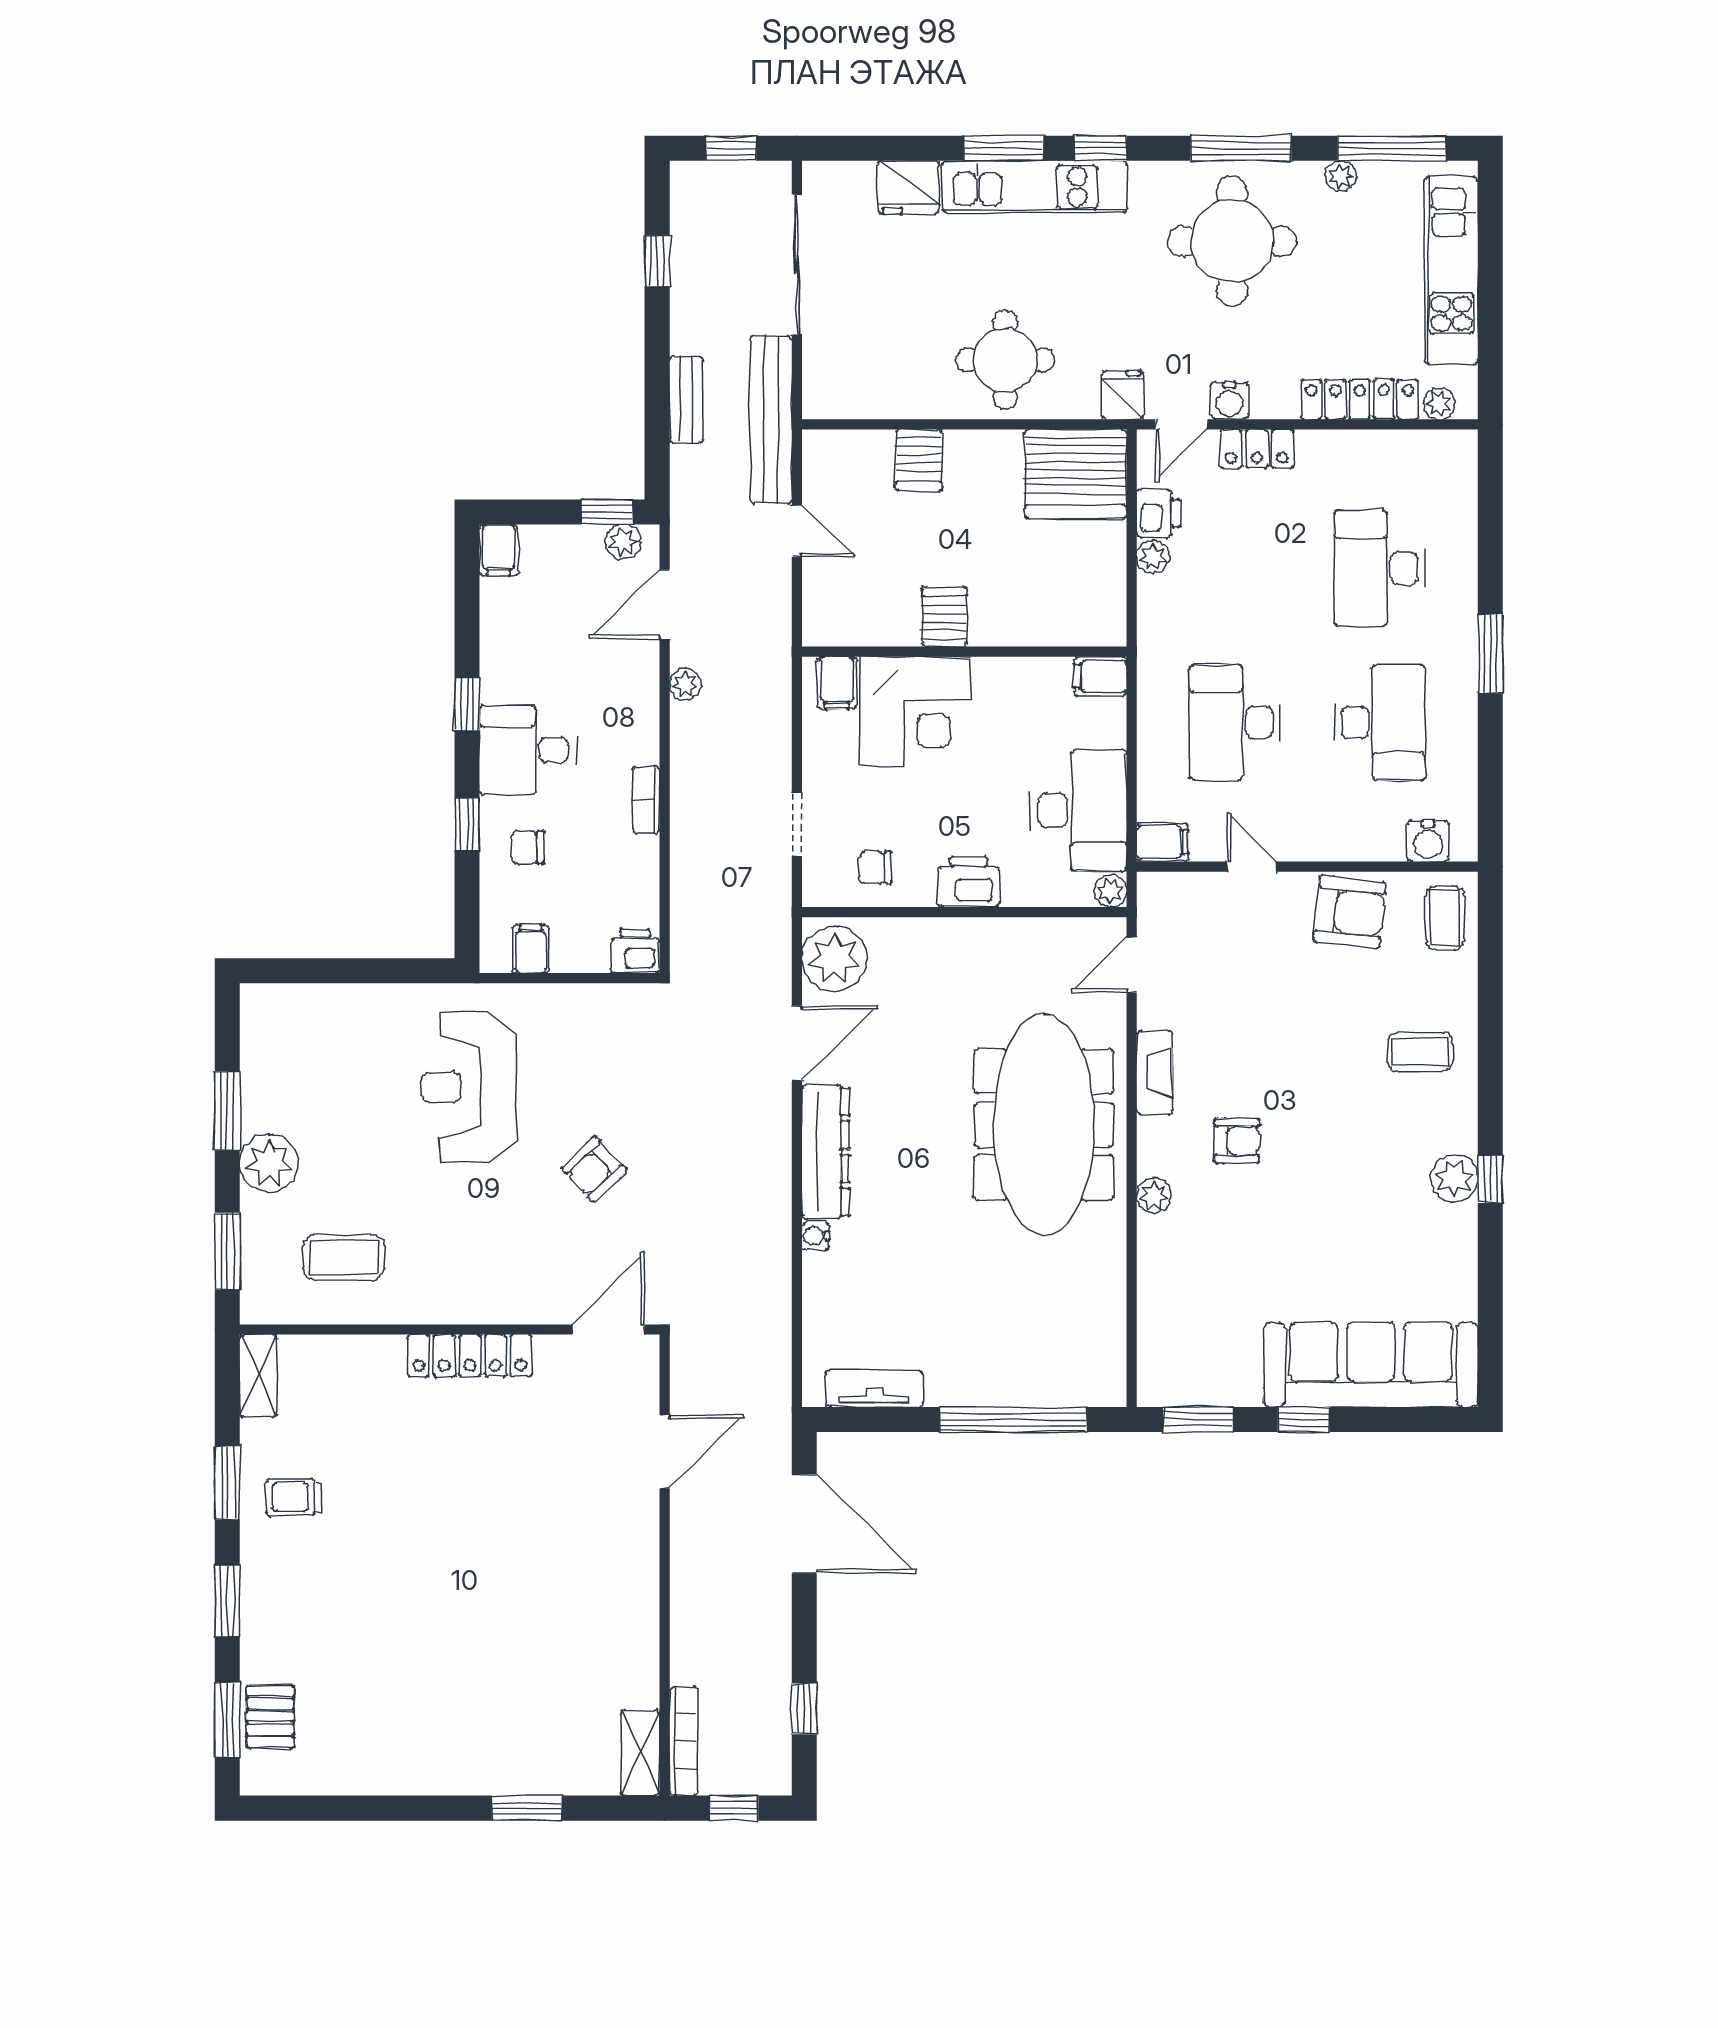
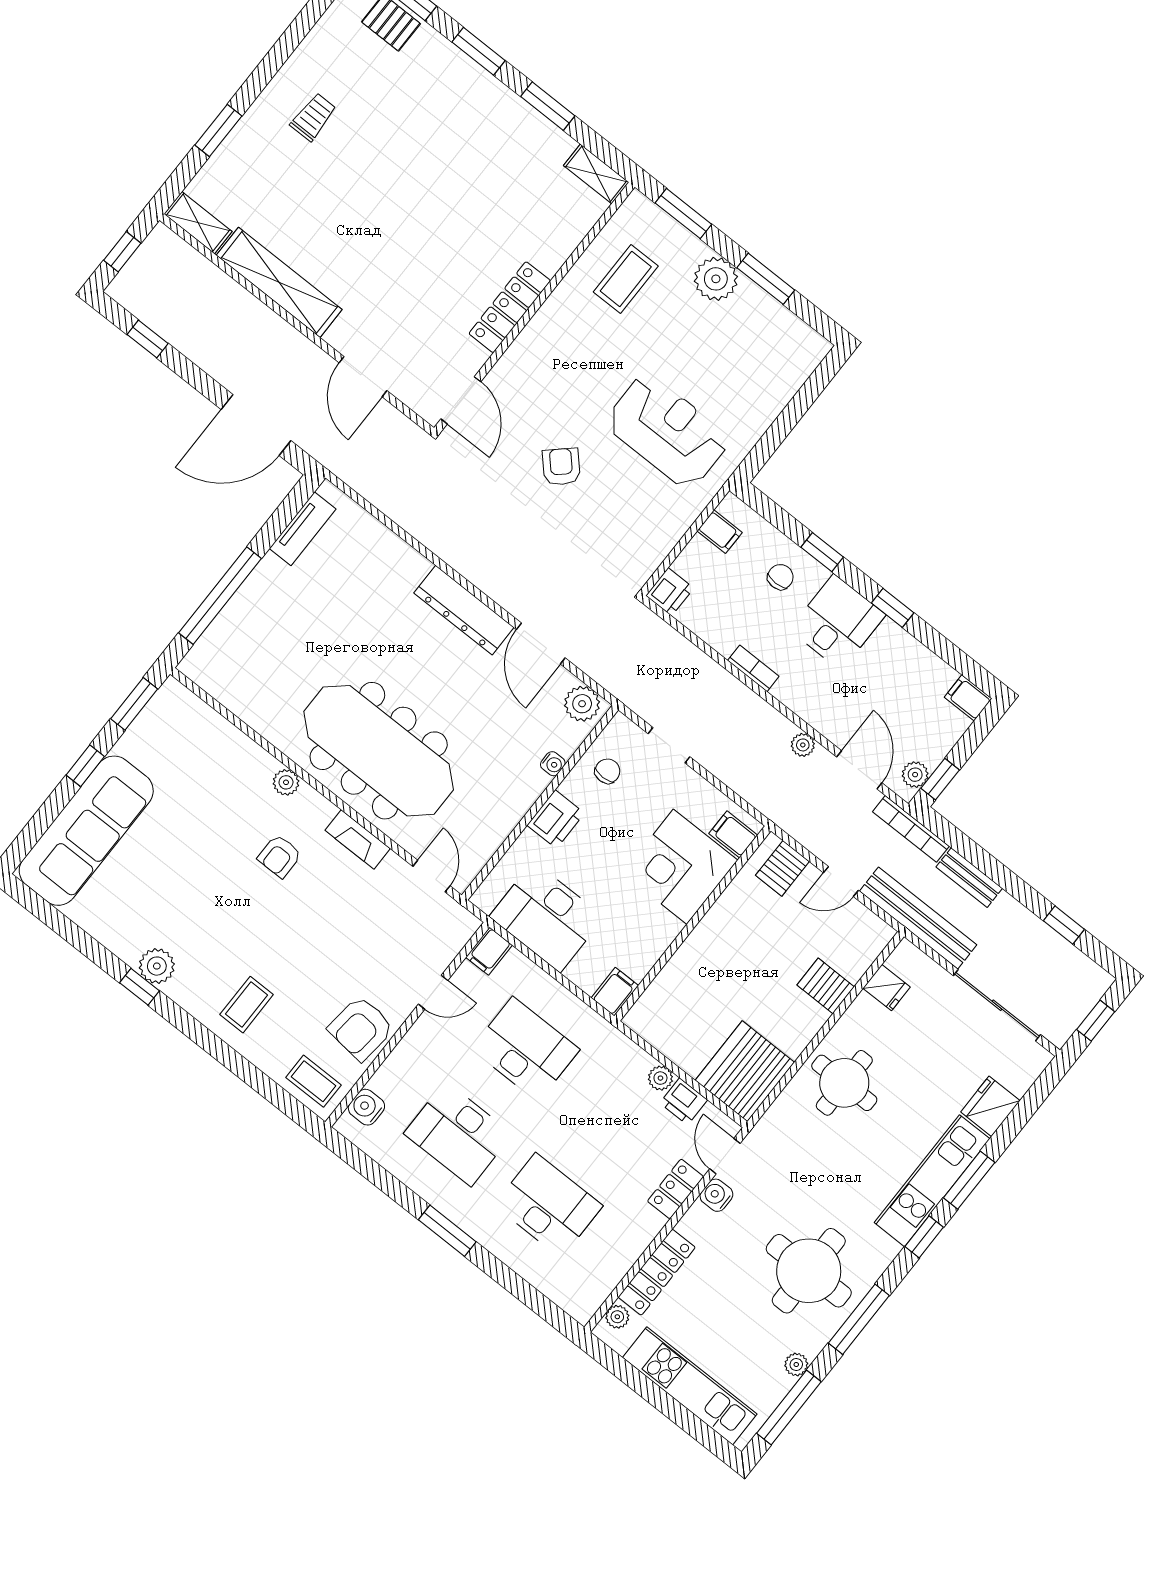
fridge: (1123, 395) -> (887, 988), moved
server rack: (945, 617) -> (782, 868), moved, turned 90
plant: (1110, 891) -> (485, 898), removed
plant: (834, 959) -> (582, 704), width x0.73, depth x0.73
water cooler: (816, 1236) -> (553, 764), moved, turned 90
trolley: (294, 1497) -> (313, 117), moved
shelving: (635, 1618) -> (279, 282), added
bookcase: (683, 1741) -> (911, 829), moved

